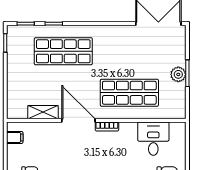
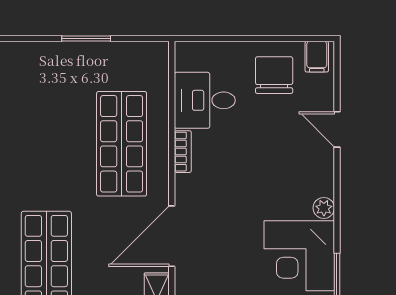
plant: (178, 74) -> (88, 55), removed
bookcase: (107, 127) -> (183, 152), moved

